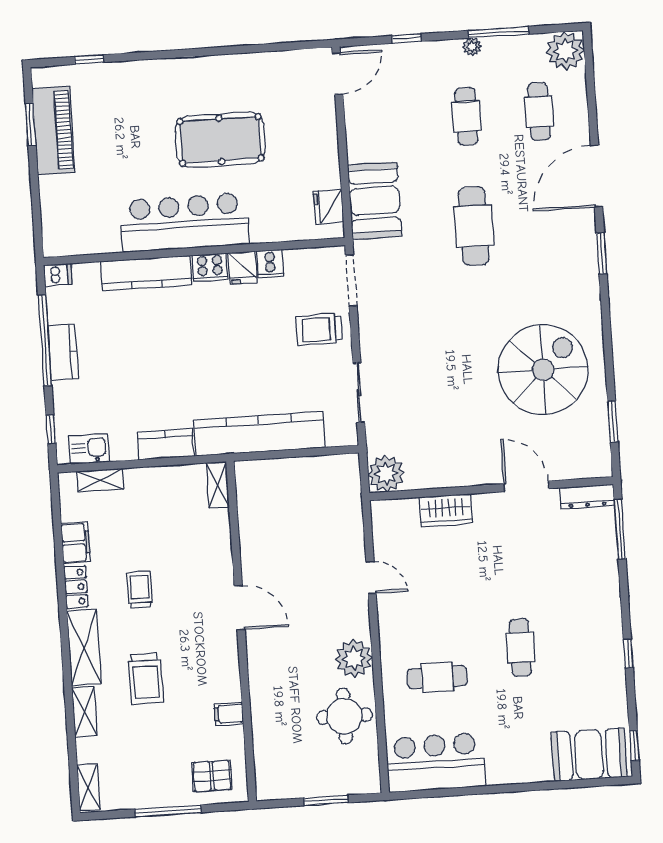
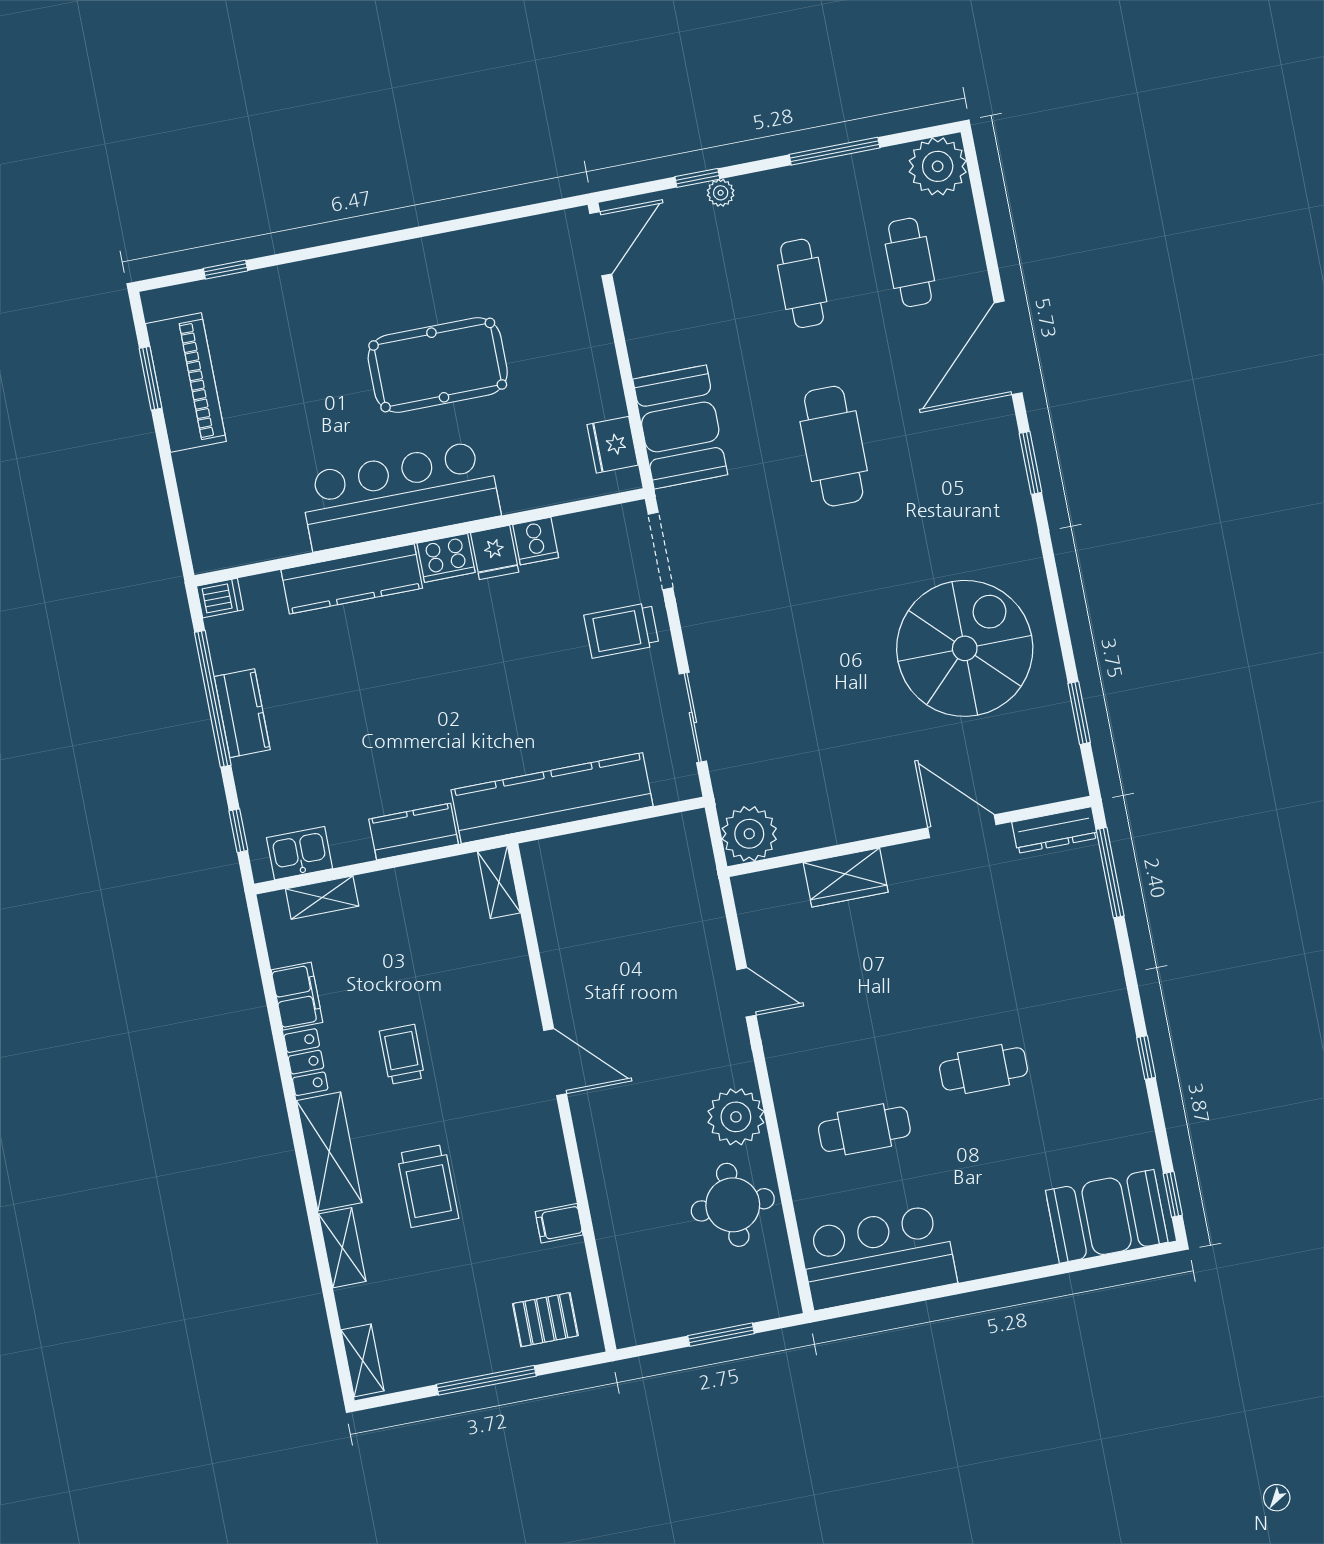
plant: (472, 47) -> (721, 193), moved
cafe table: (520, 648) -> (984, 1069), turned 90

